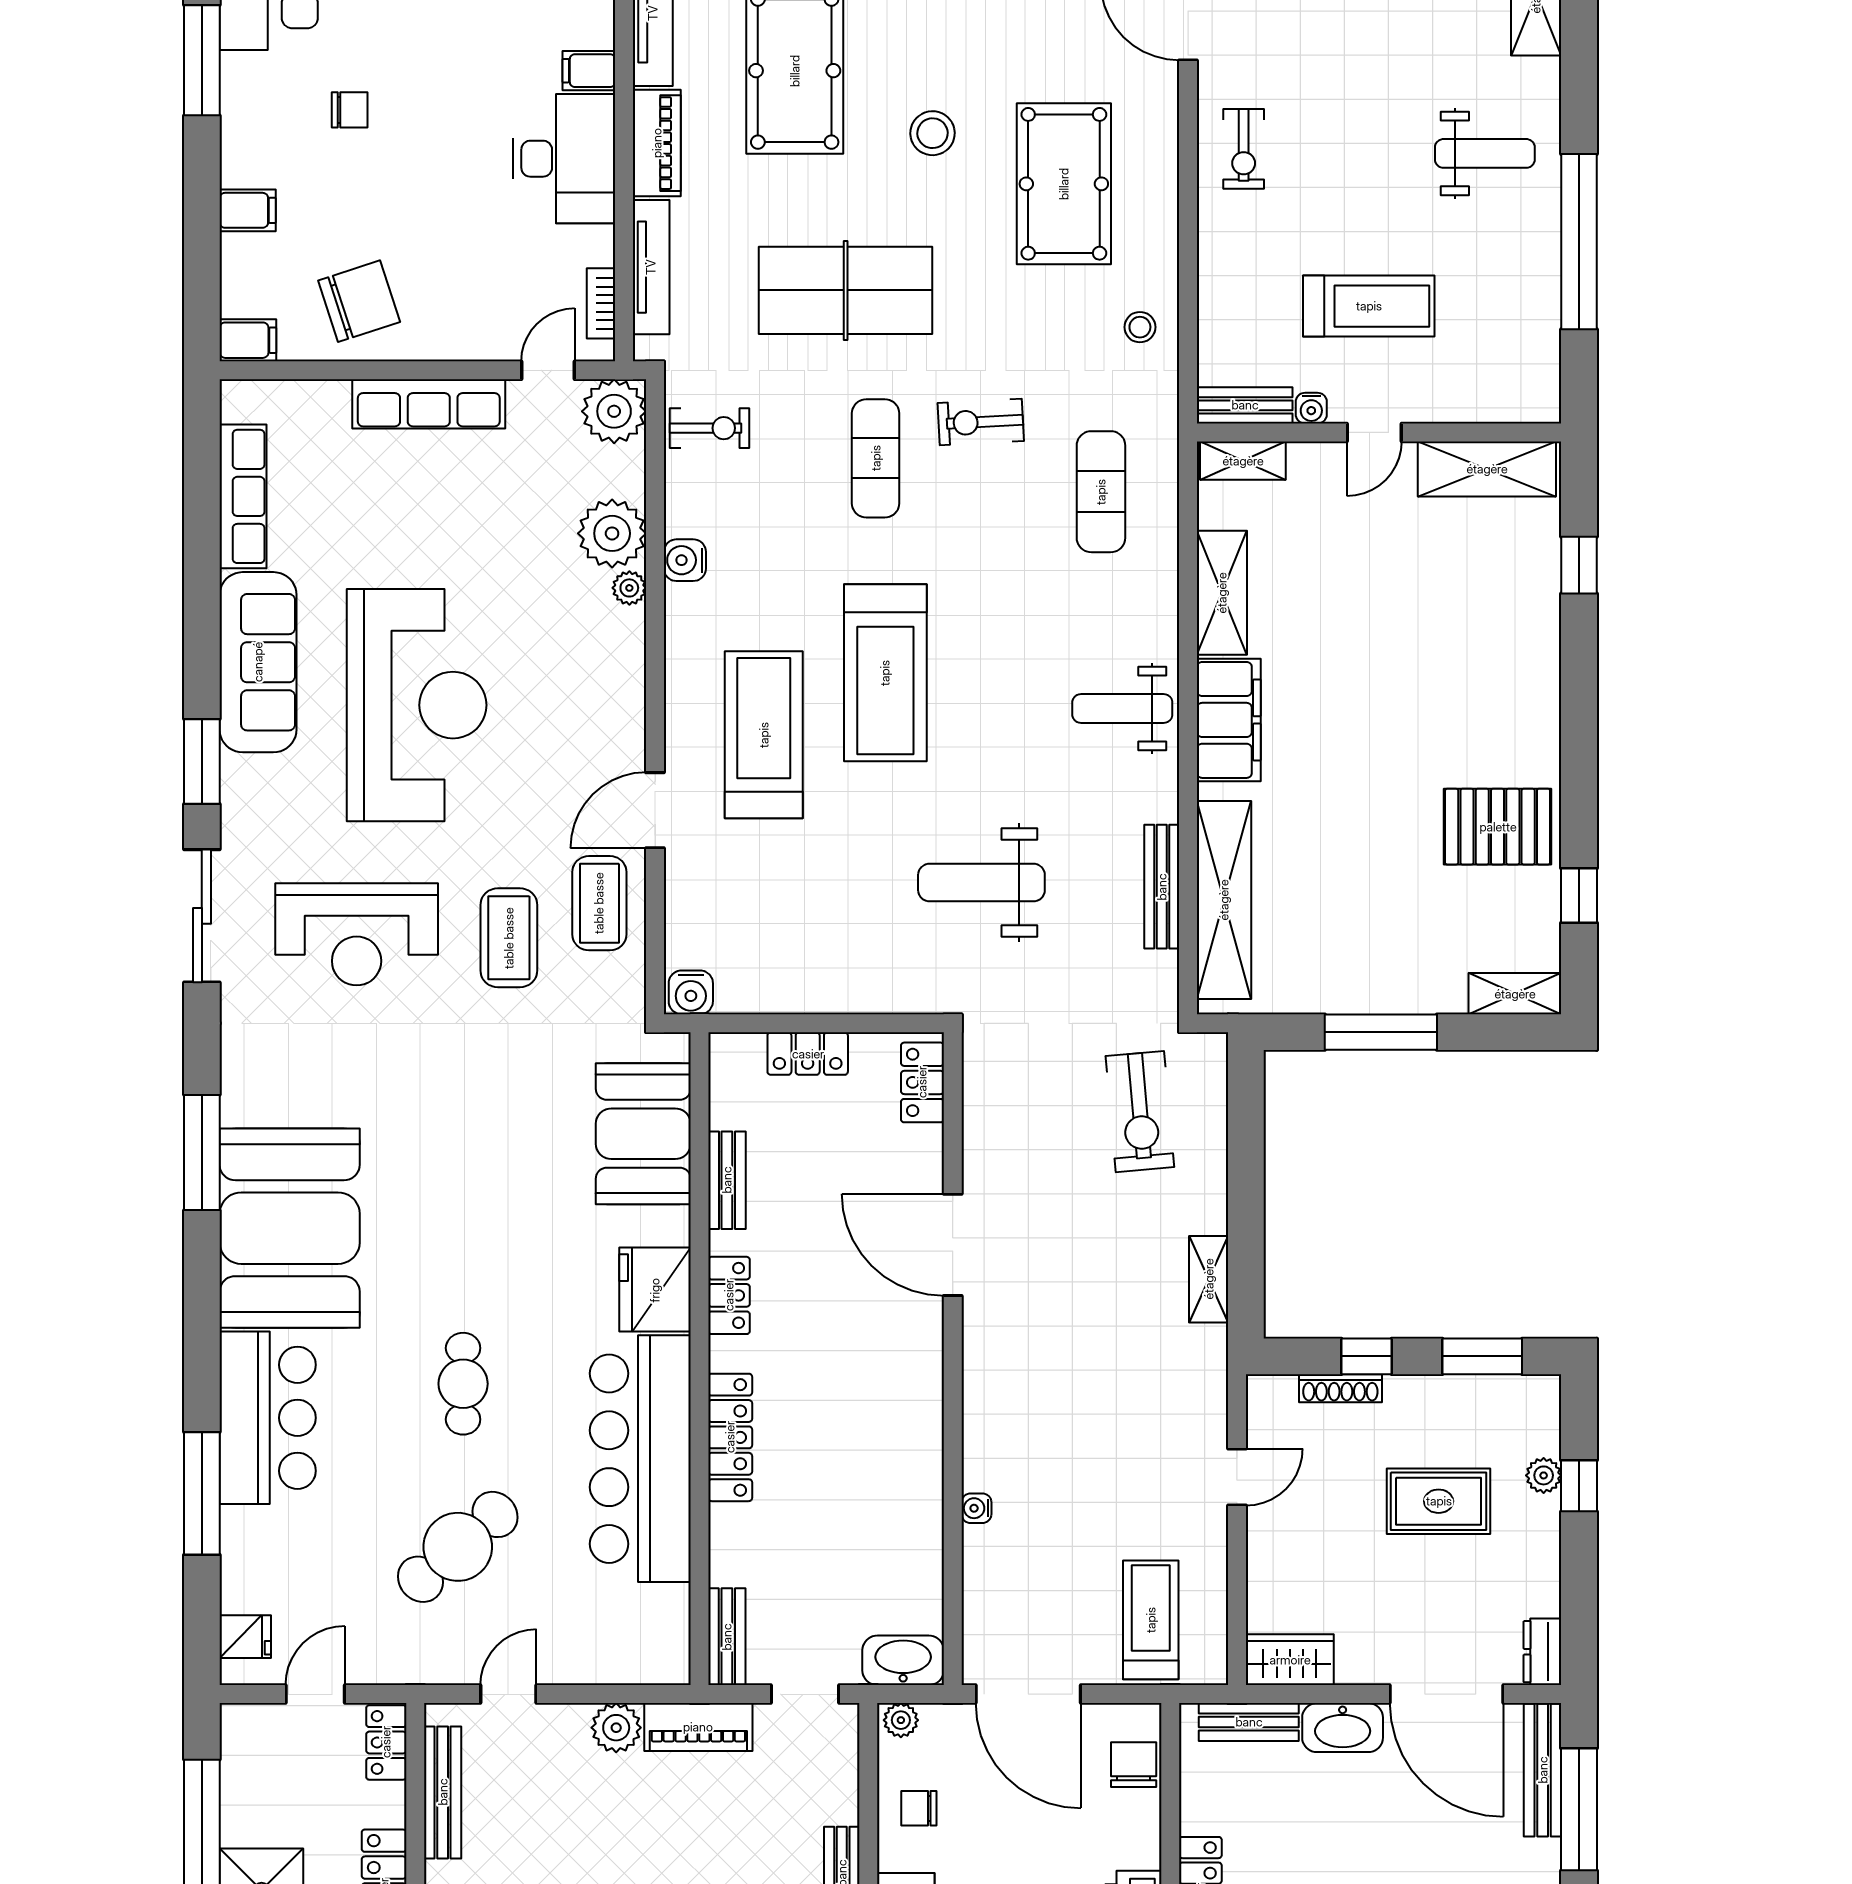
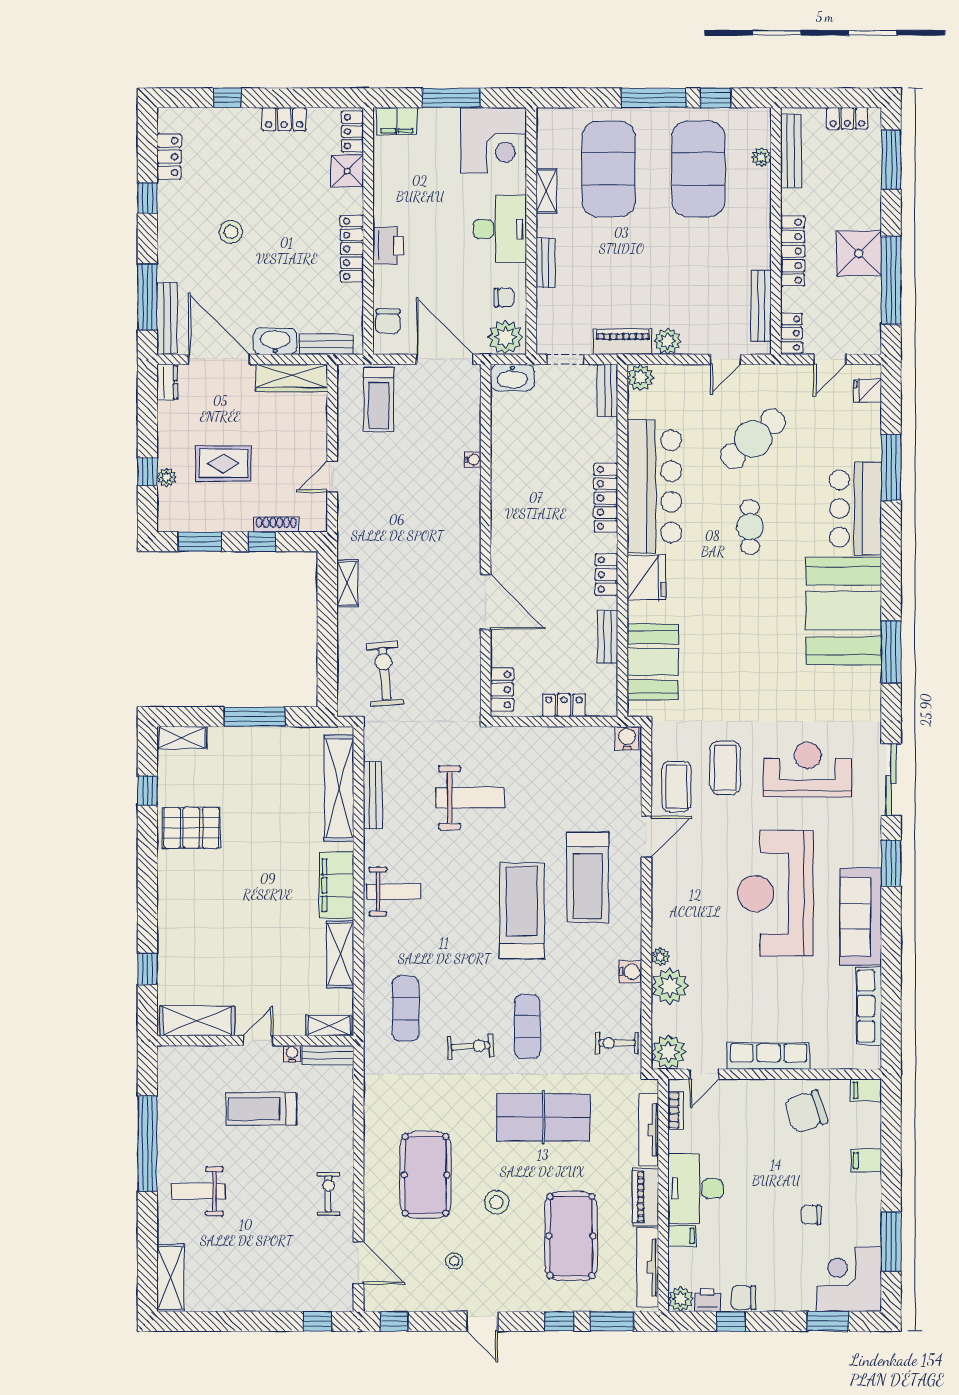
stool: (1140, 327) -> (454, 1261), moved
plant: (666, 1660) -> (641, 378), added
wardrobe: (1290, 1660) -> (292, 378), width x1.50
plant: (901, 1720) -> (506, 337), width x1.88, depth x1.88

